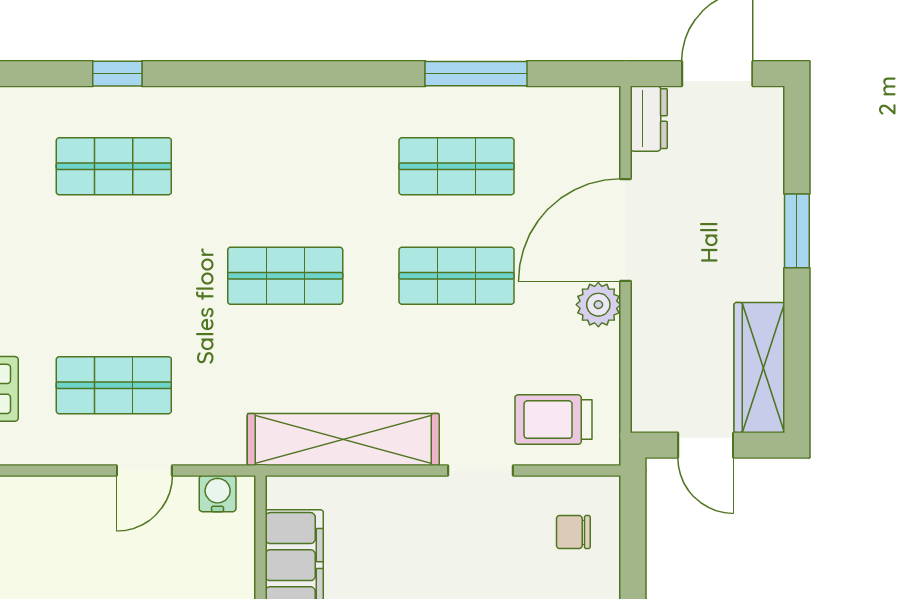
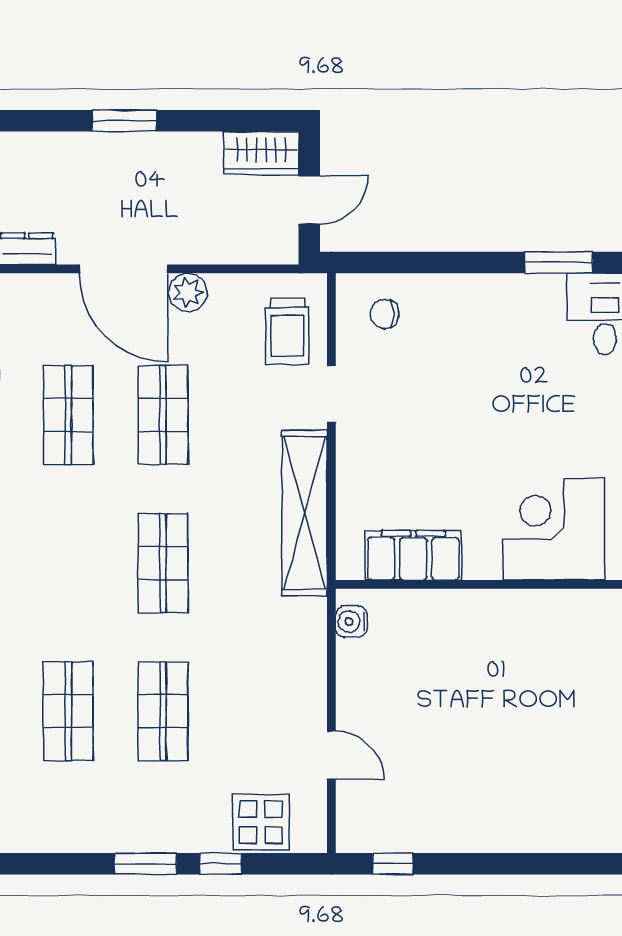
wardrobe: (759, 368) -> (261, 153), width x0.67
shop shelf: (114, 385) -> (163, 711), moved
door: (144, 470) -> (331, 755), moved
chair: (573, 532) -> (385, 314), turned 90

